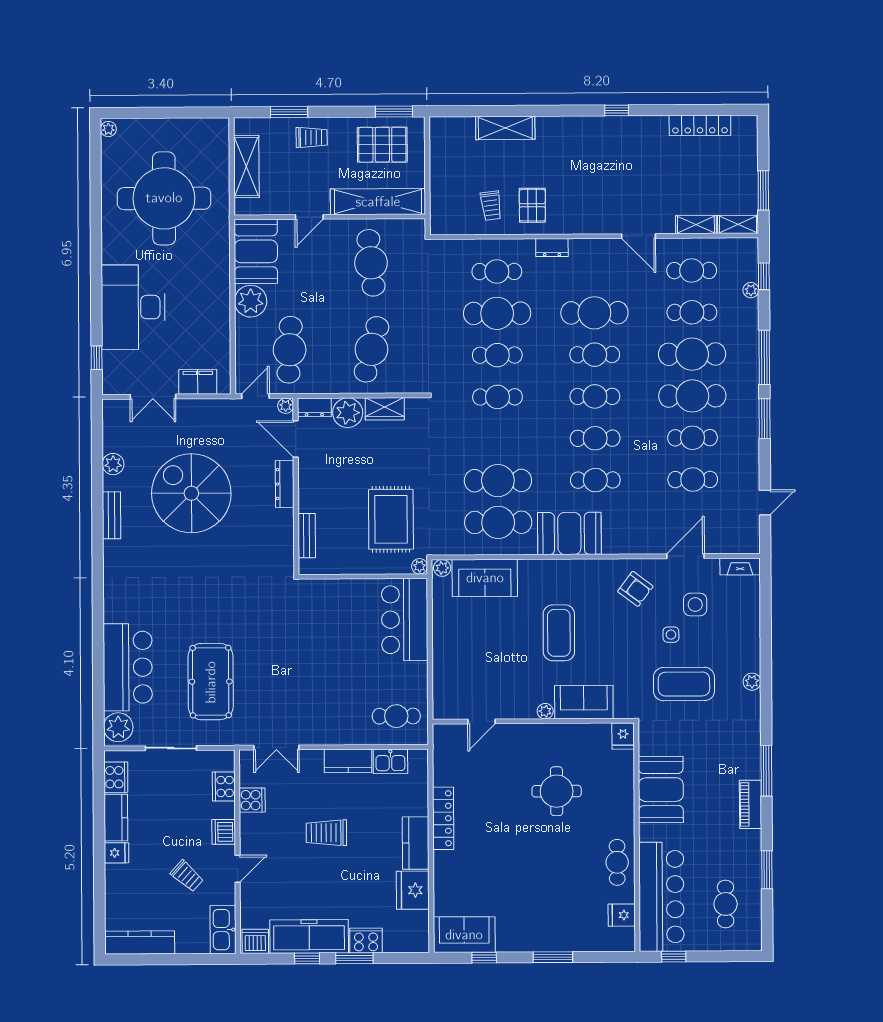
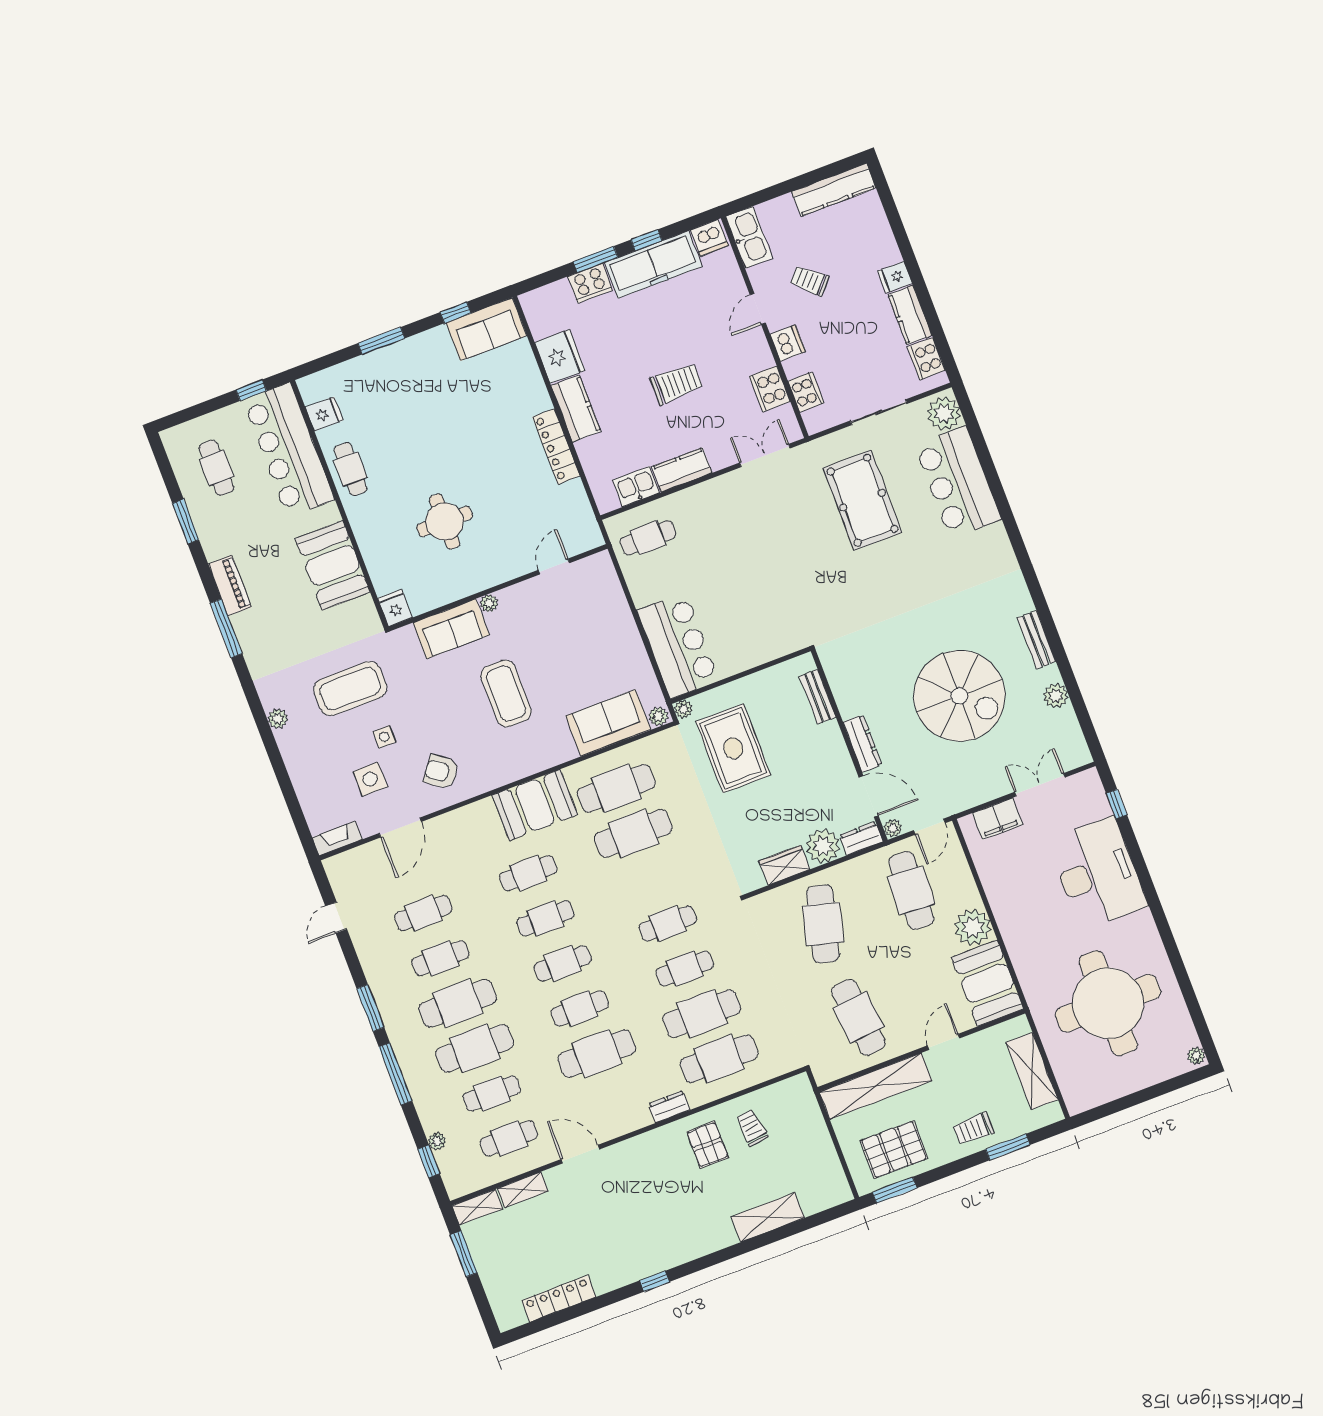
cafe table: (497, 272) -> (719, 1059), width x1.37, depth x1.35
cooker: (252, 800) -> (770, 389), width x1.36

